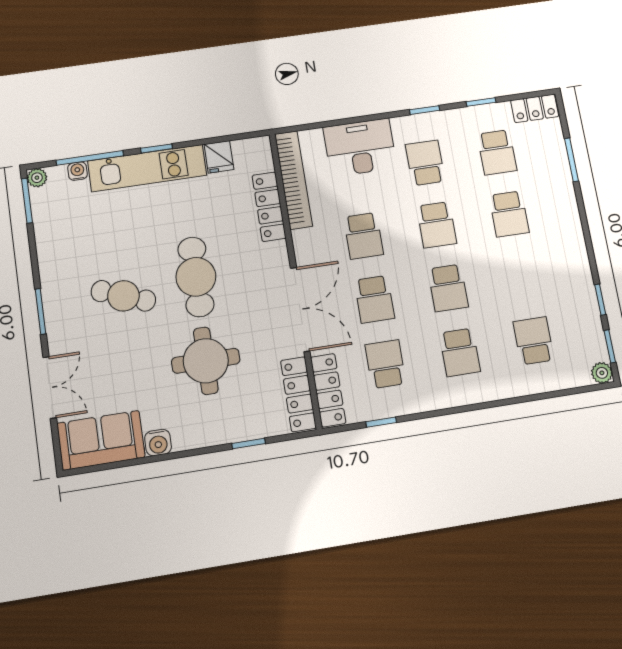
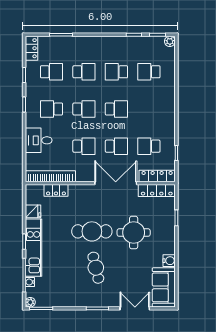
desk: (360, 147) -> (39, 140), width x0.73
locker: (269, 207) -> (56, 190), width x0.66
cafe table: (123, 296) -> (96, 268), turned -34
school desk: (460, 352) -> (116, 72), moved, turned 180

